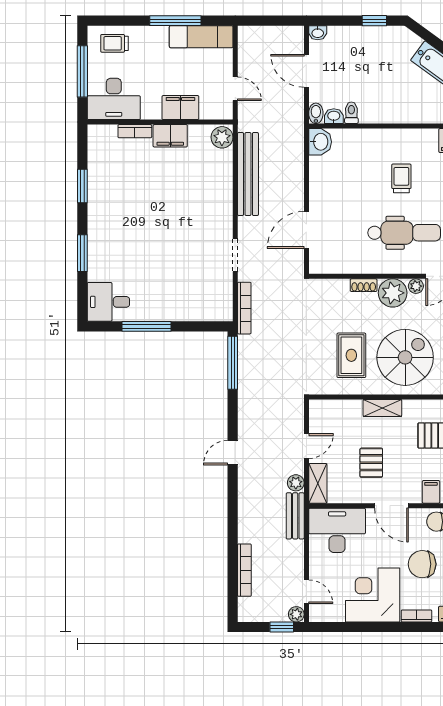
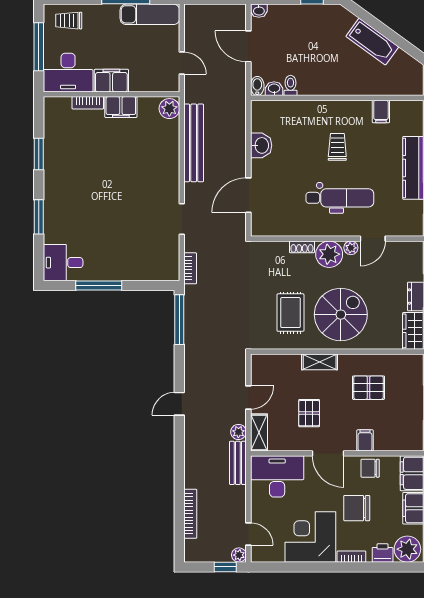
filing cabinet: (180, 108) -> (111, 81), moved
washbasin: (320, 142) -> (261, 145), moved
bookcase: (244, 308) -> (190, 268), width x0.64

